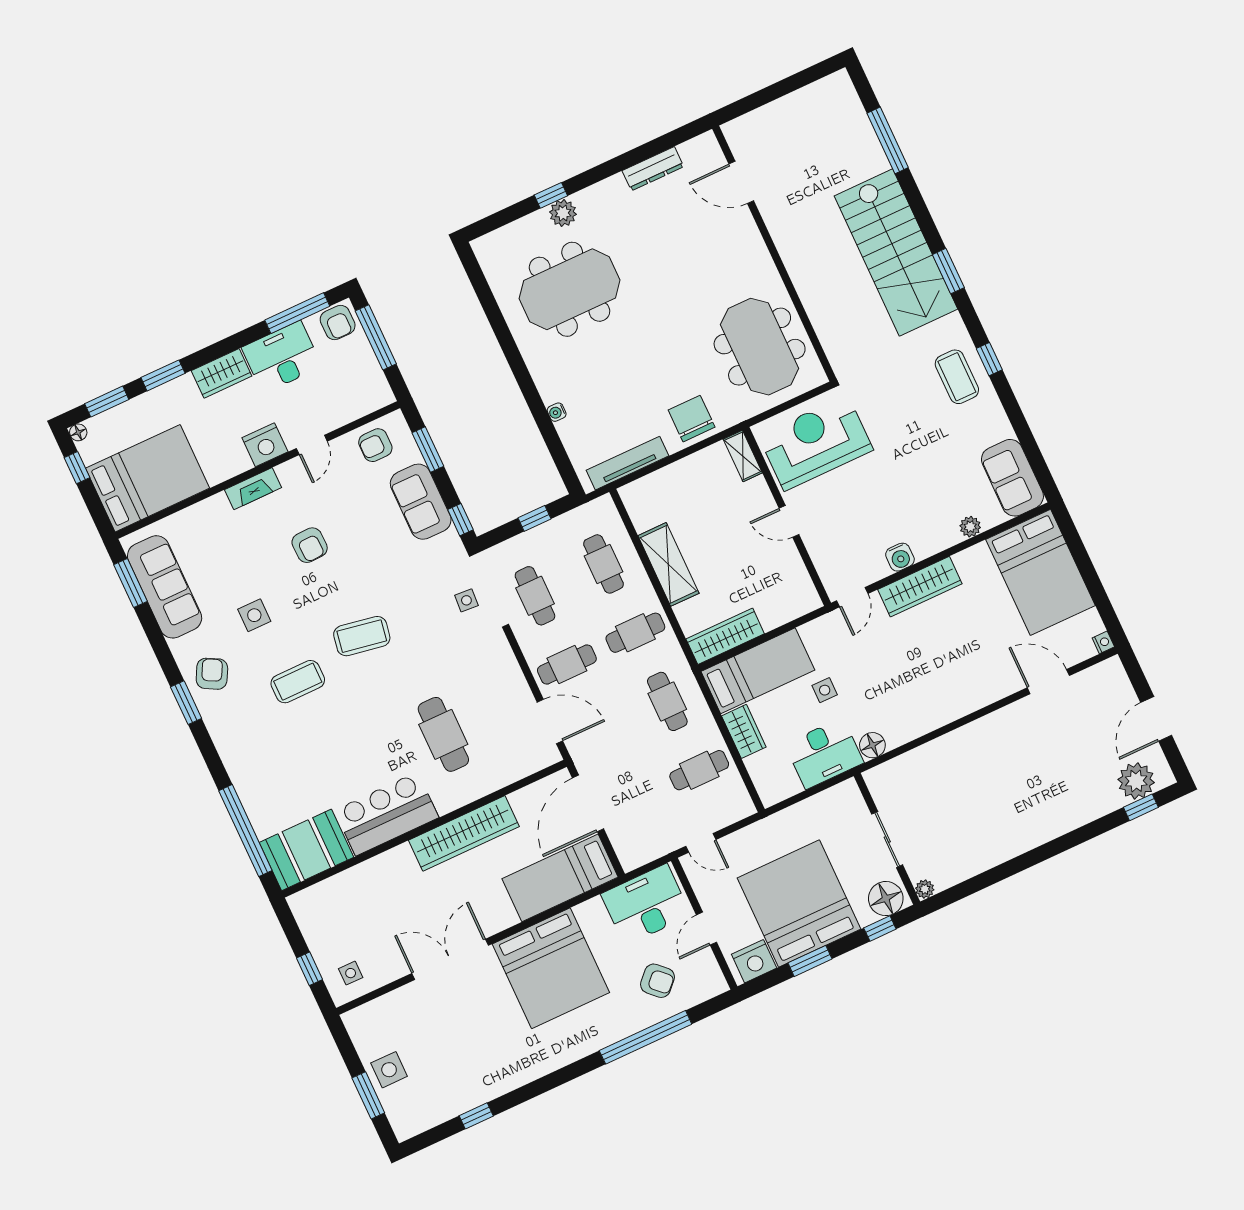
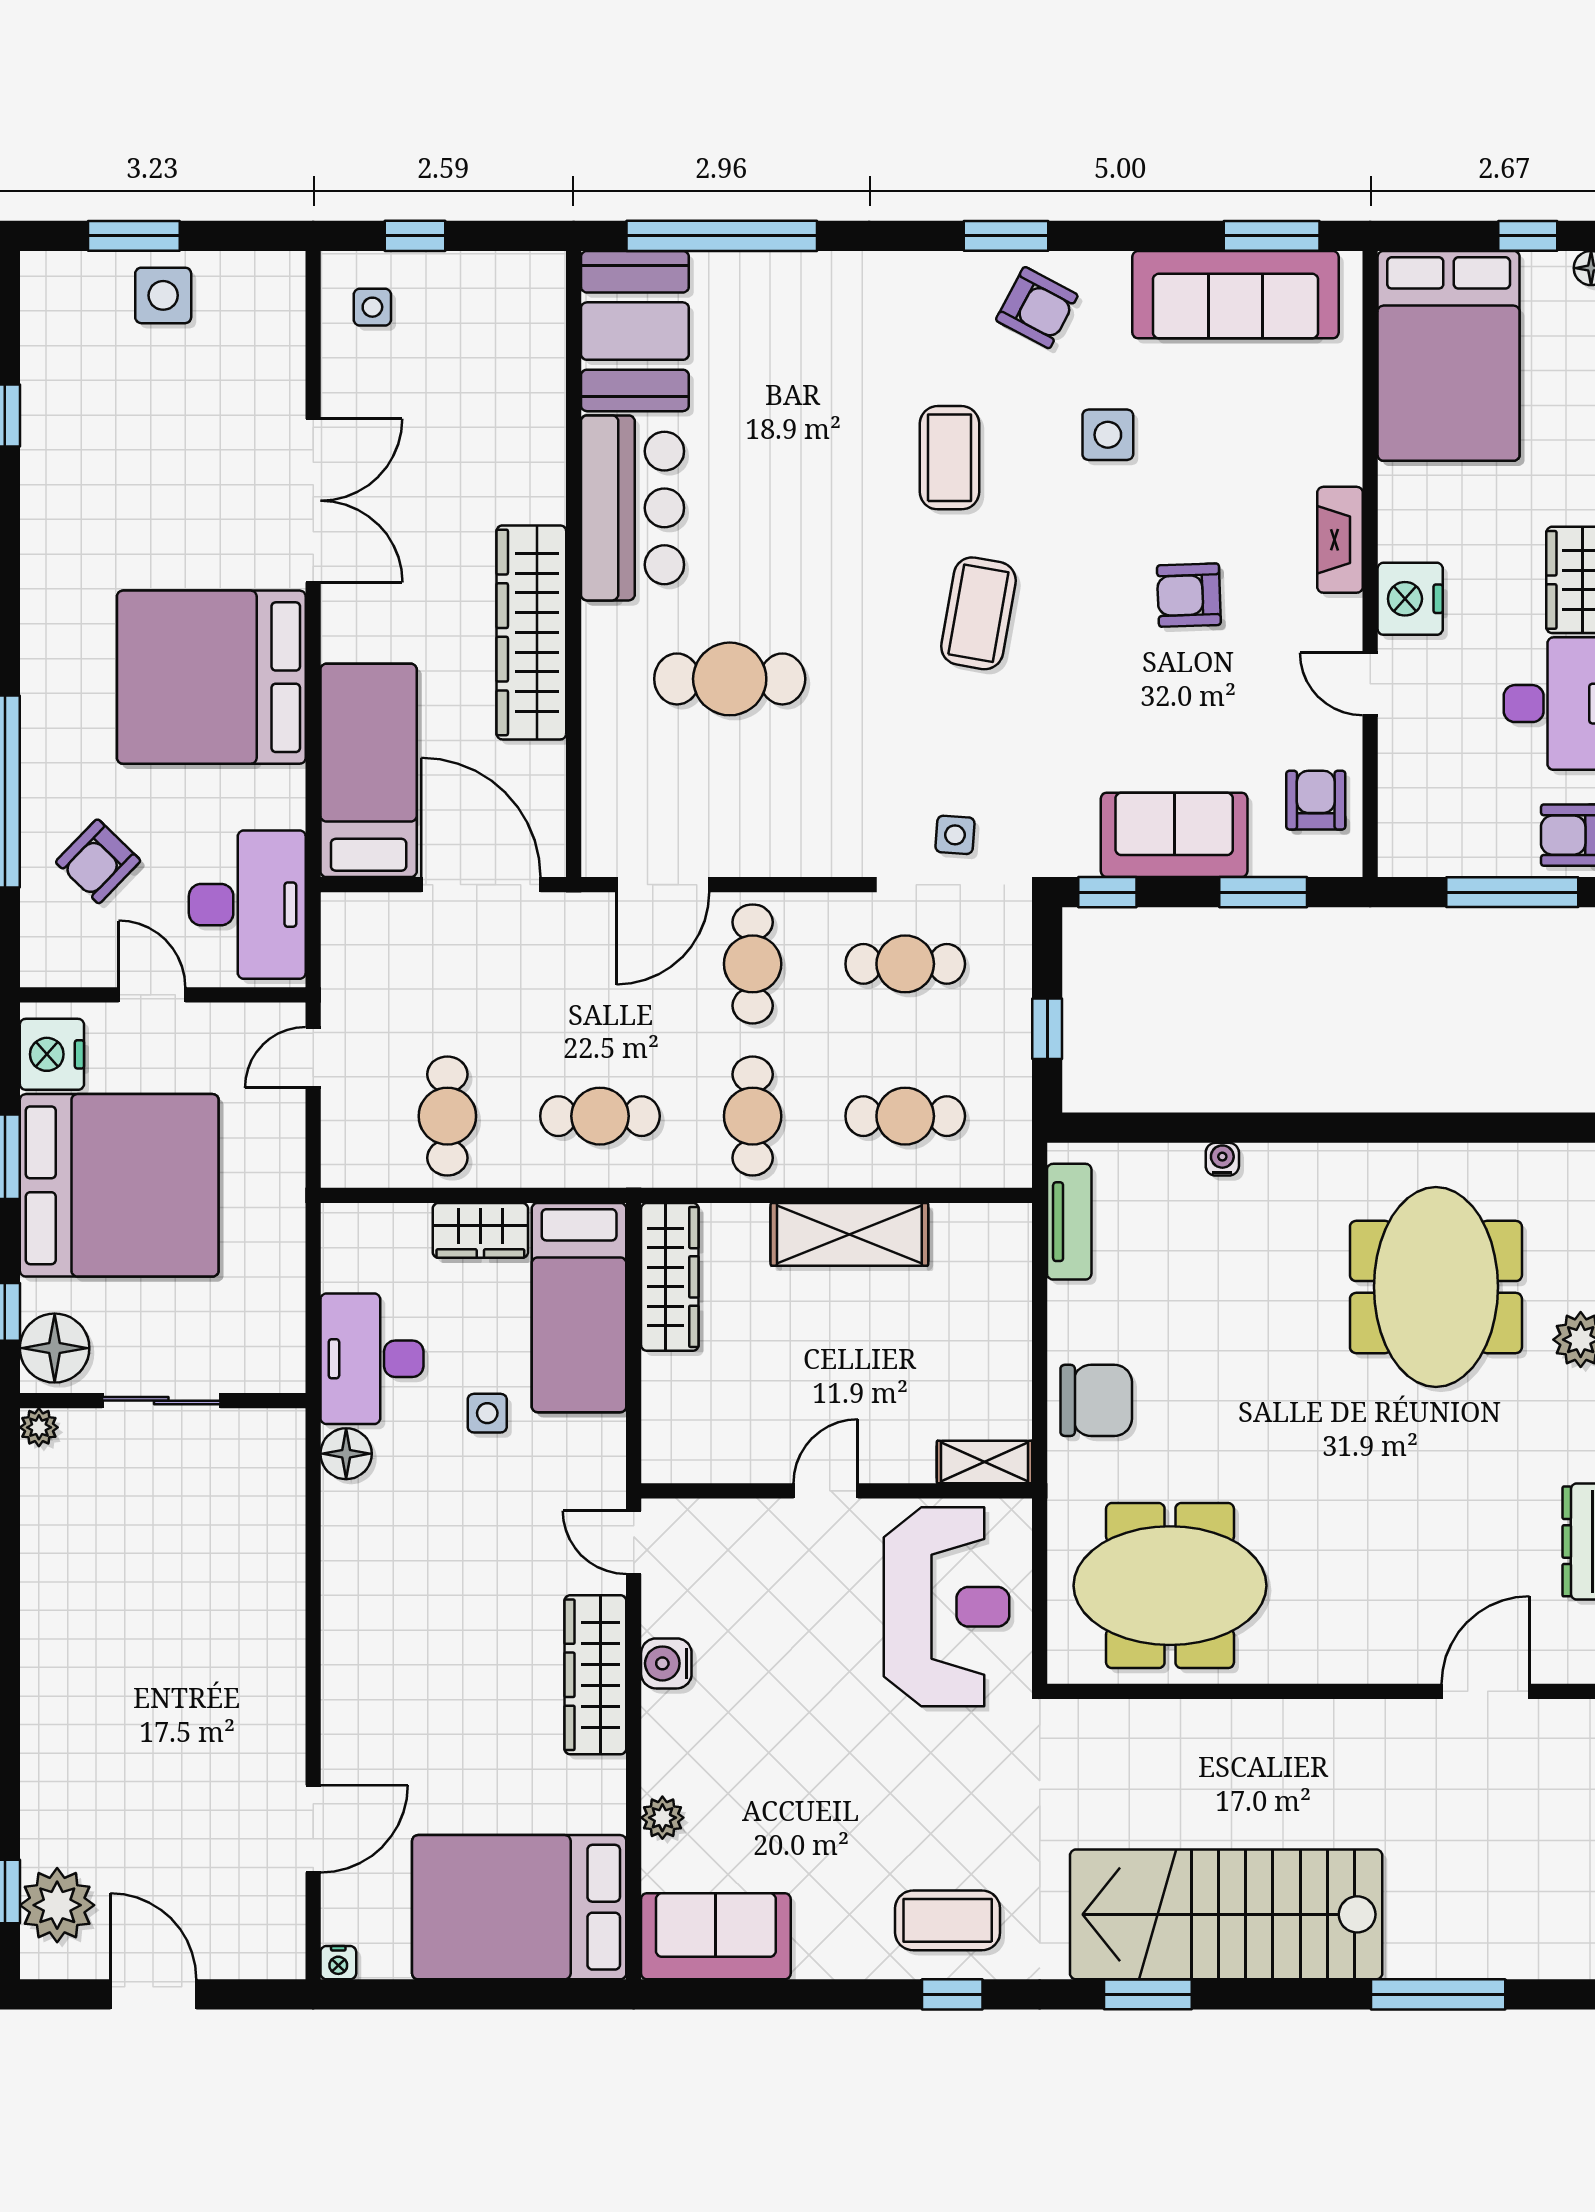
tv unit: (627, 463) -> (1069, 1222), width x0.71

